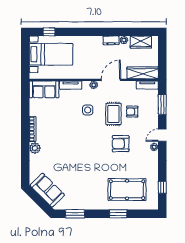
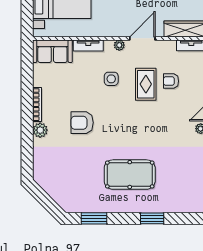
armchair: (121, 144) -> (82, 123), moved
sofa: (47, 190) -> (57, 187), removed
pool table: (127, 190) -> (130, 175), moved

